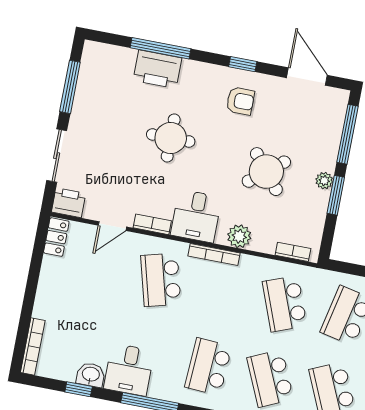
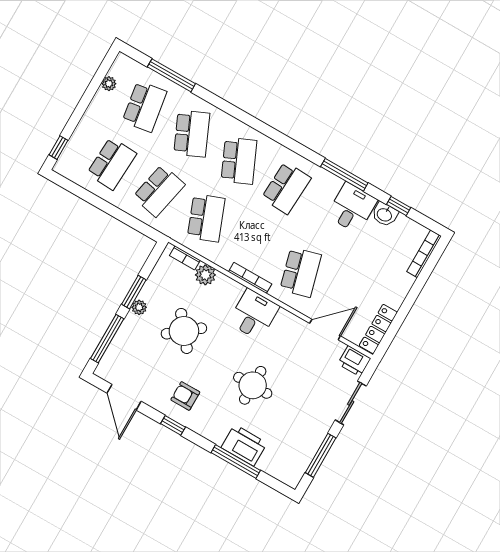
bookcase: (152, 224) -> (292, 320), removed
door: (112, 226) -> (325, 330), width x1.38
plant: (239, 236) -> (205, 275), moved
locker: (56, 237) -> (378, 329), width x1.53

